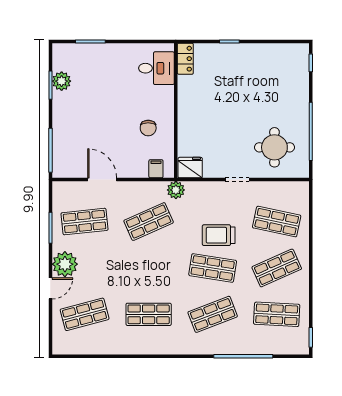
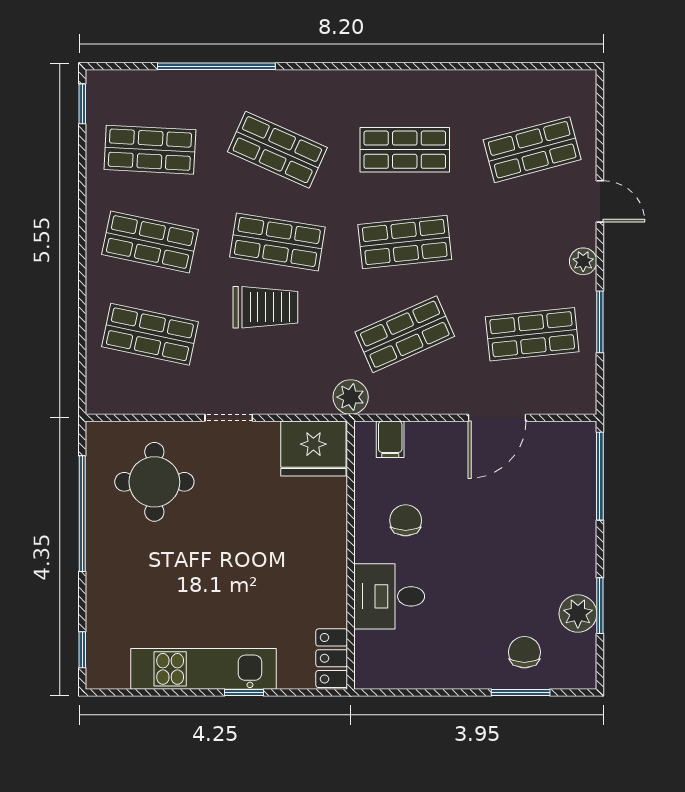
kitchen unit: (250, 53) -> (204, 669), added
chair: (88, 62) -> (524, 652), added
desk: (156, 68) -> (389, 596), moved
fridge: (190, 168) -> (313, 449), width x1.36, depth x1.34
door: (102, 180) -> (497, 418), hinge flipped
plant: (65, 264) -> (583, 261), width x0.53, depth x0.53
shop shelf: (149, 268) -> (405, 242), added
shop shelf: (277, 268) -> (150, 242), turned 36
door: (50, 288) -> (600, 201), swing flipped
shop shelf: (213, 314) -> (277, 150), turned 45

